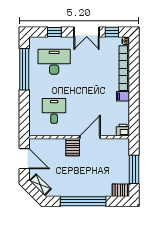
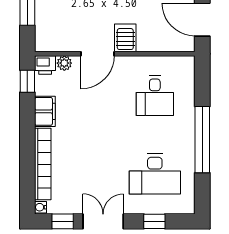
window: (24, 69) -> (202, 140), moved
filing cabinet: (123, 96) -> (45, 111), width x2.00
window: (134, 120) -> (27, 81), added
plant: (111, 131) -> (64, 63), added

